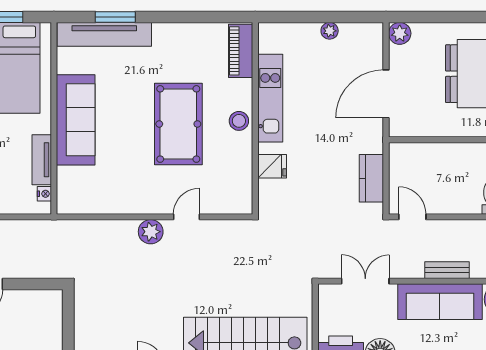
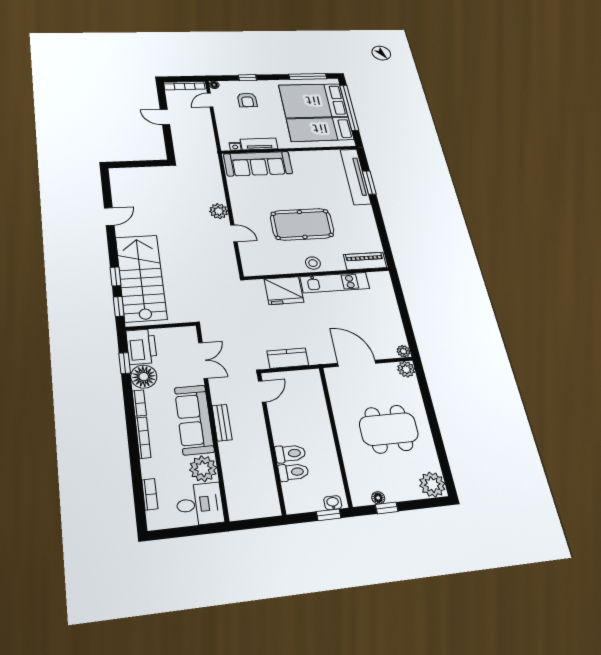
plant: (330, 31) -> (403, 351), moved
sofa: (76, 120) -> (258, 164), moved
fridge: (272, 166) -> (284, 291), width x1.88, depth x1.34

